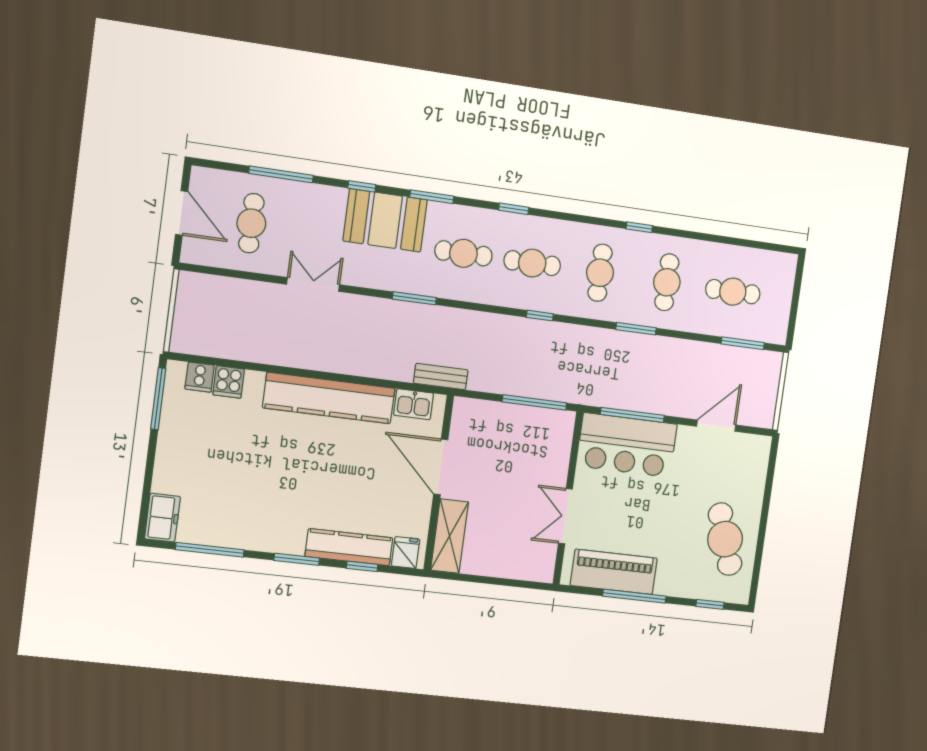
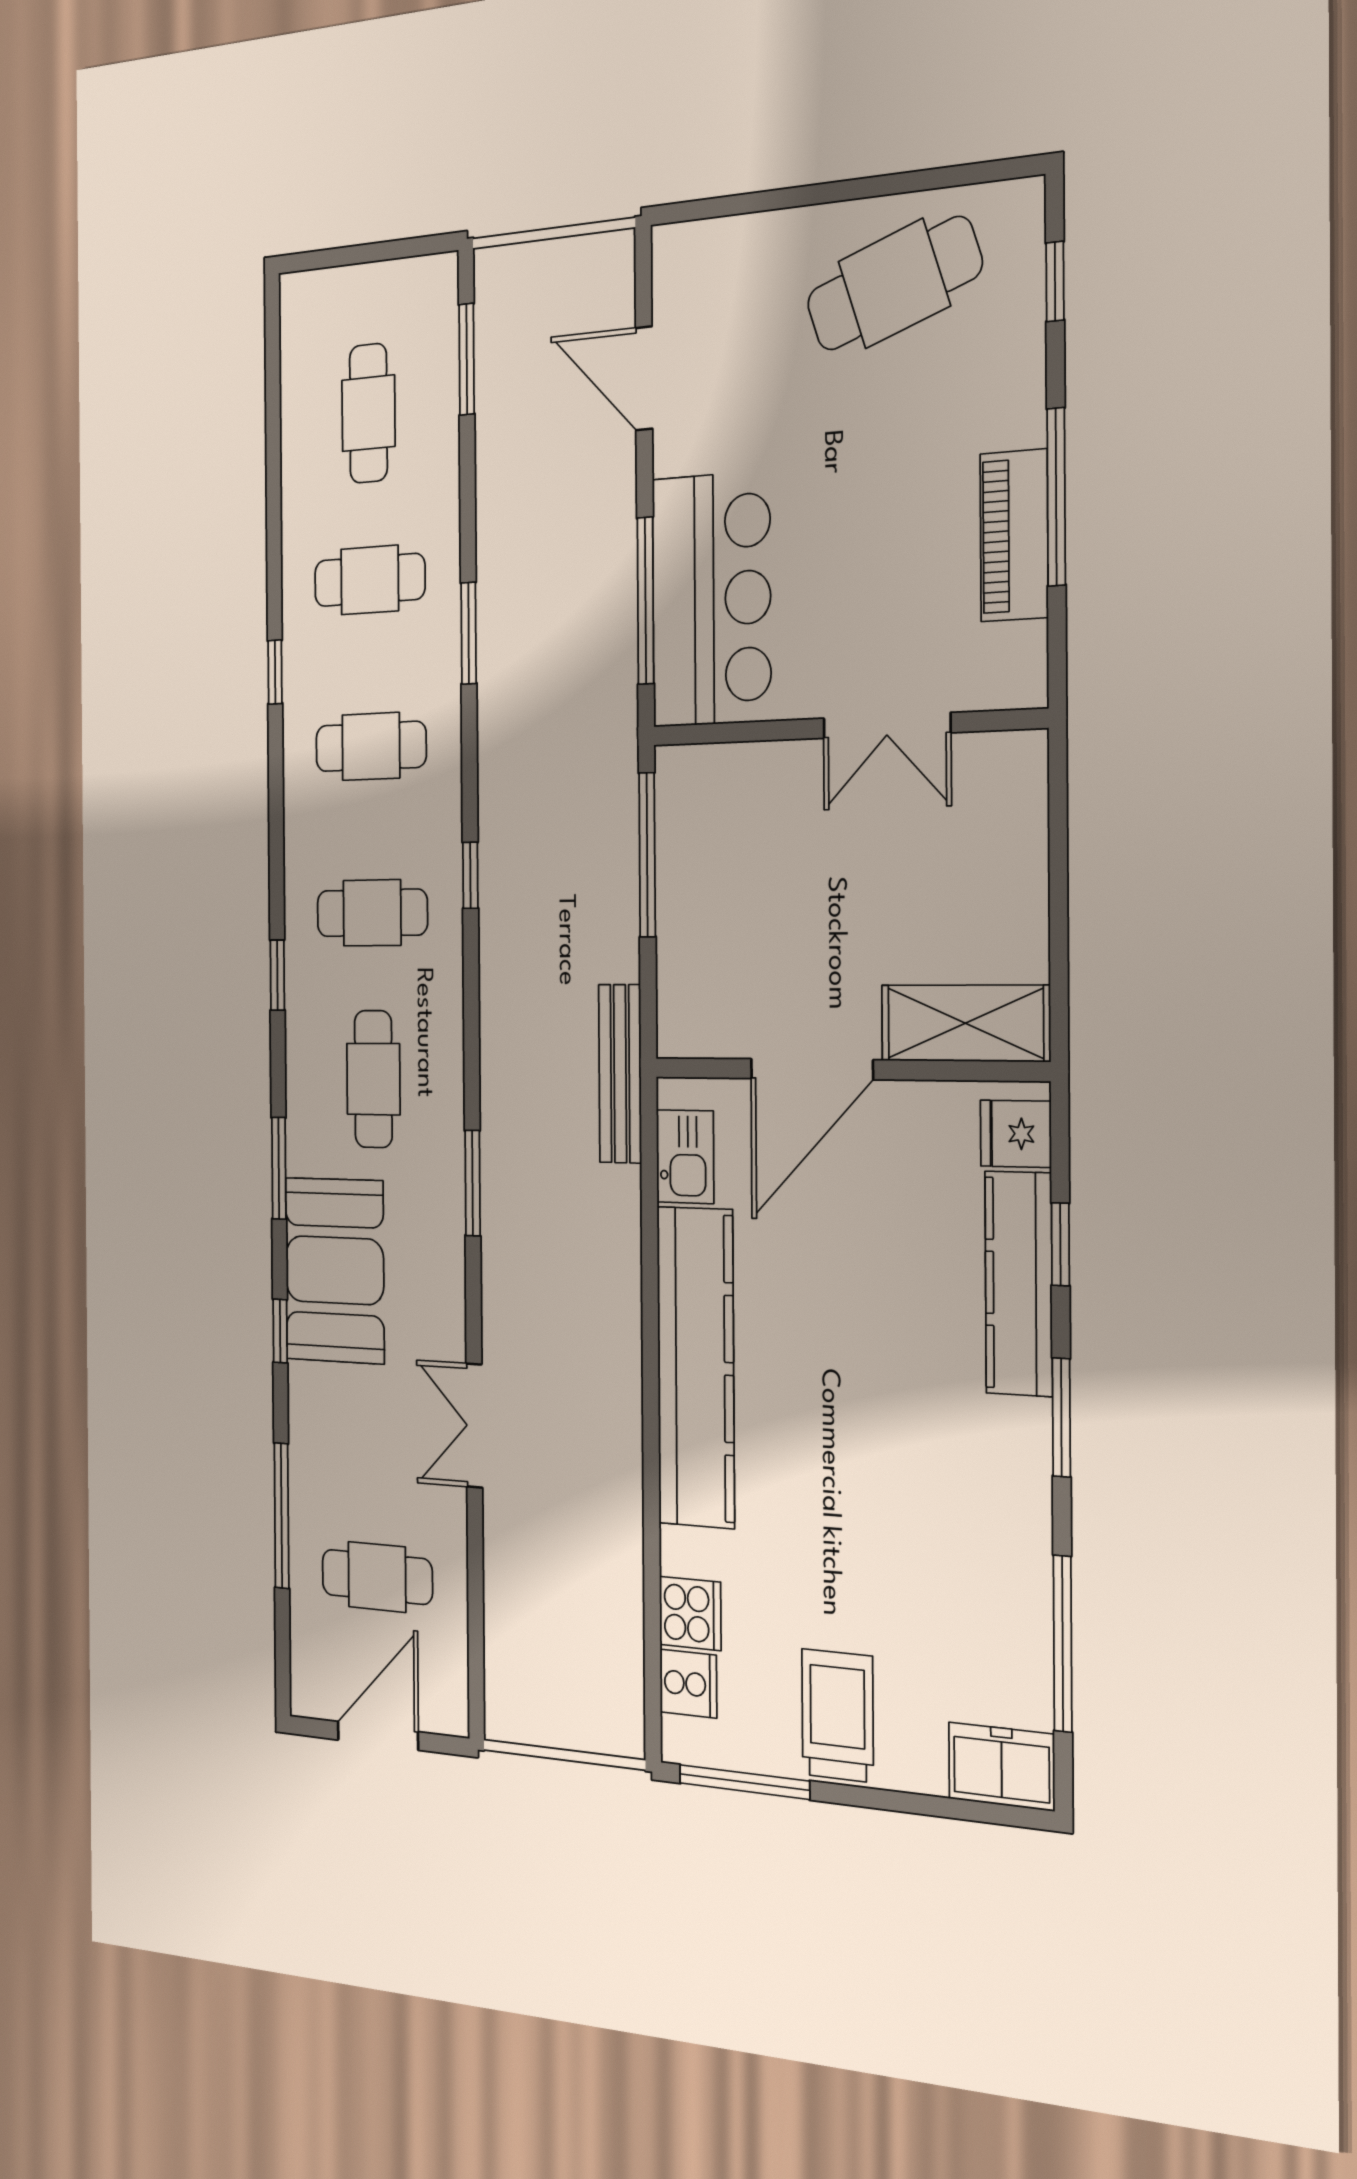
cafe table: (532, 263) -> (372, 913), turned 90
bench: (441, 377) -> (620, 1074), width x1.36
trolley: (185, 446) -> (837, 1716), added
piano: (614, 572) -> (1014, 536), width x0.73, depth x0.75

